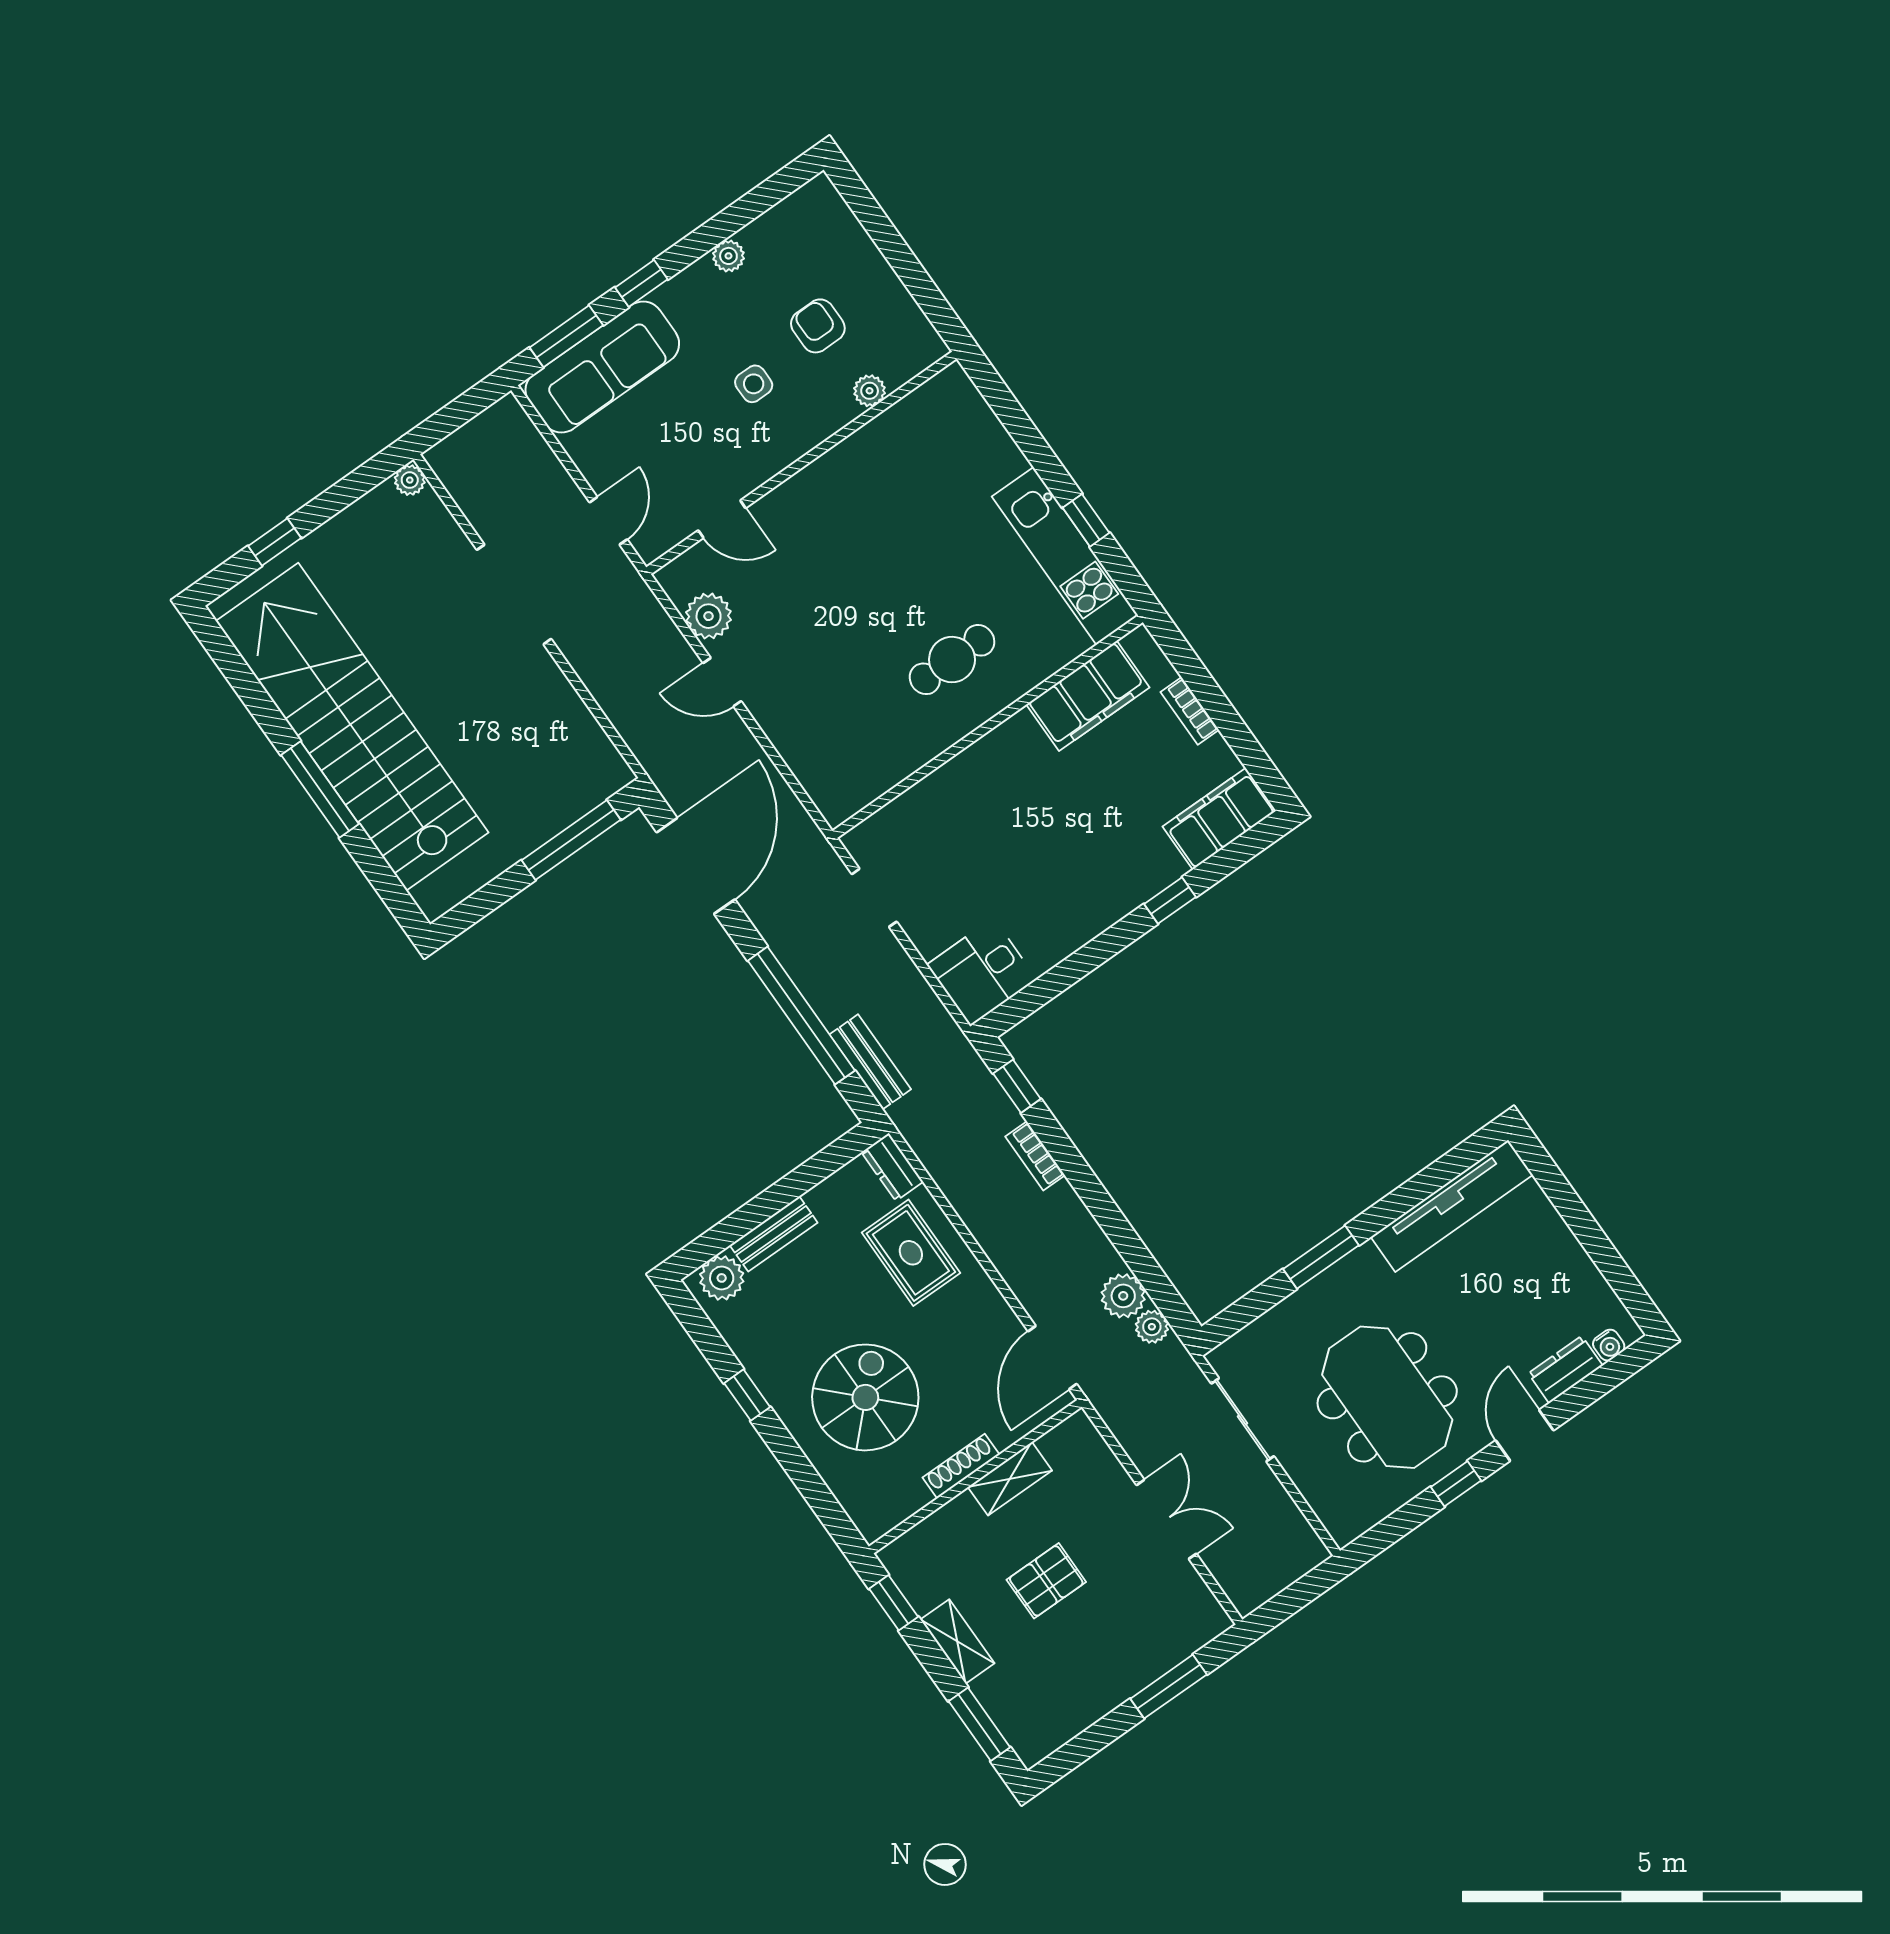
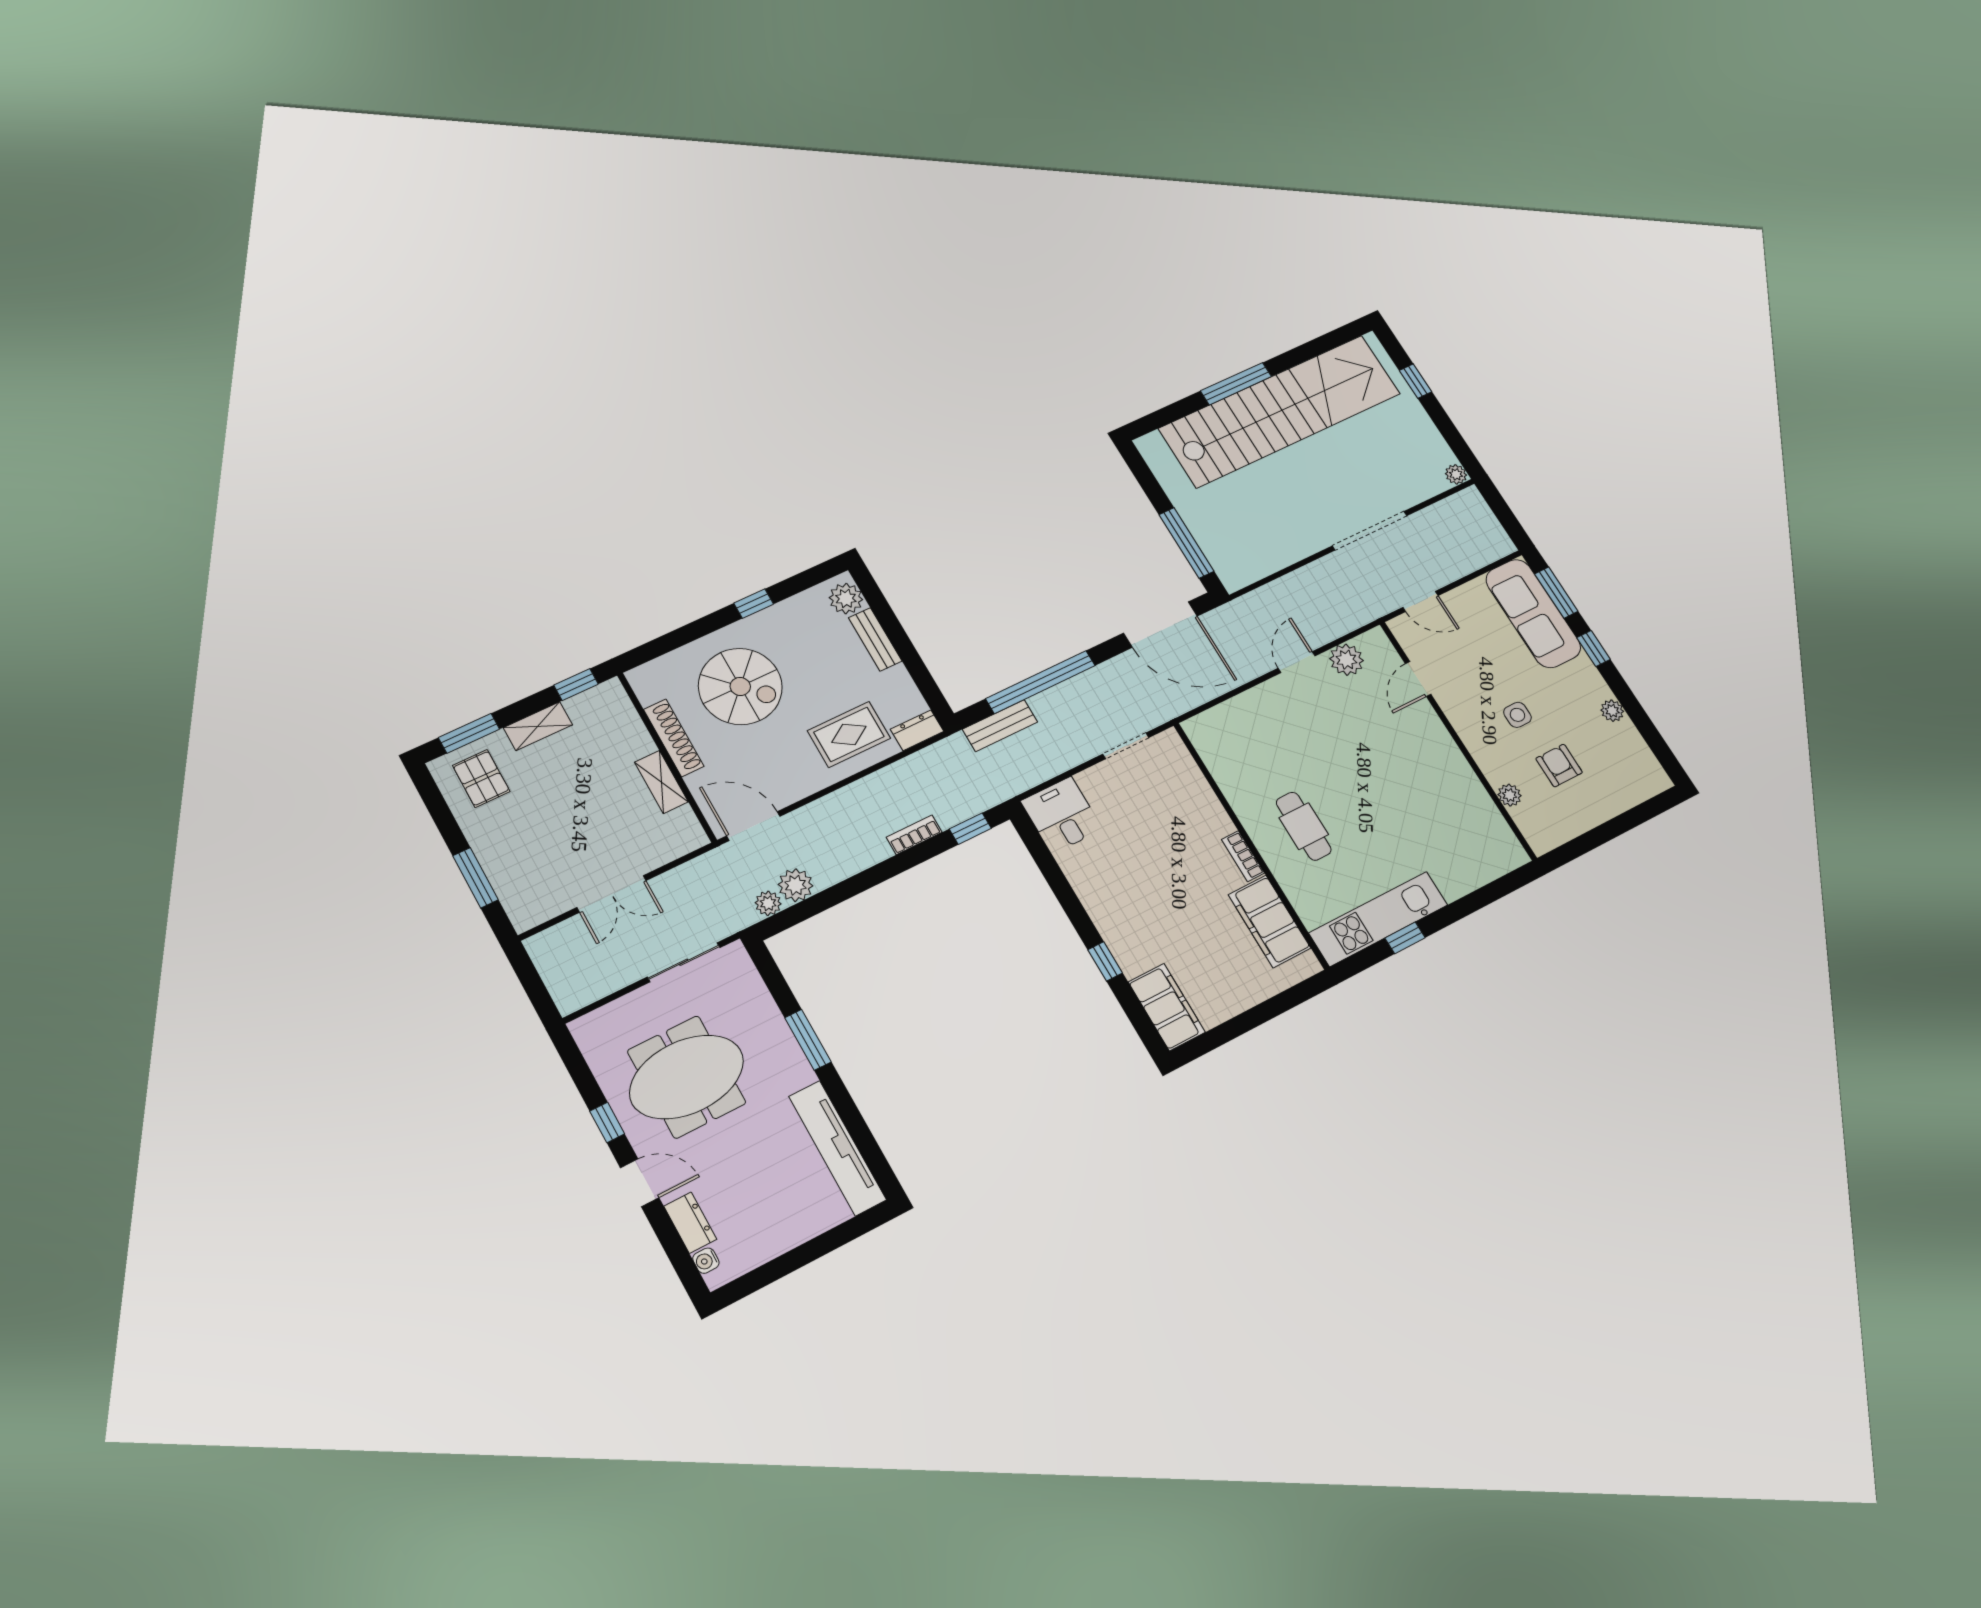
armchair: (818, 326) -> (1559, 765), turned -90
bookcase: (1190, 711) -> (1243, 856), moved, turned -90
shoe rack: (961, 1466) -> (674, 738), width x1.36, depth x1.24
pallet: (1046, 1581) -> (481, 778), moved

